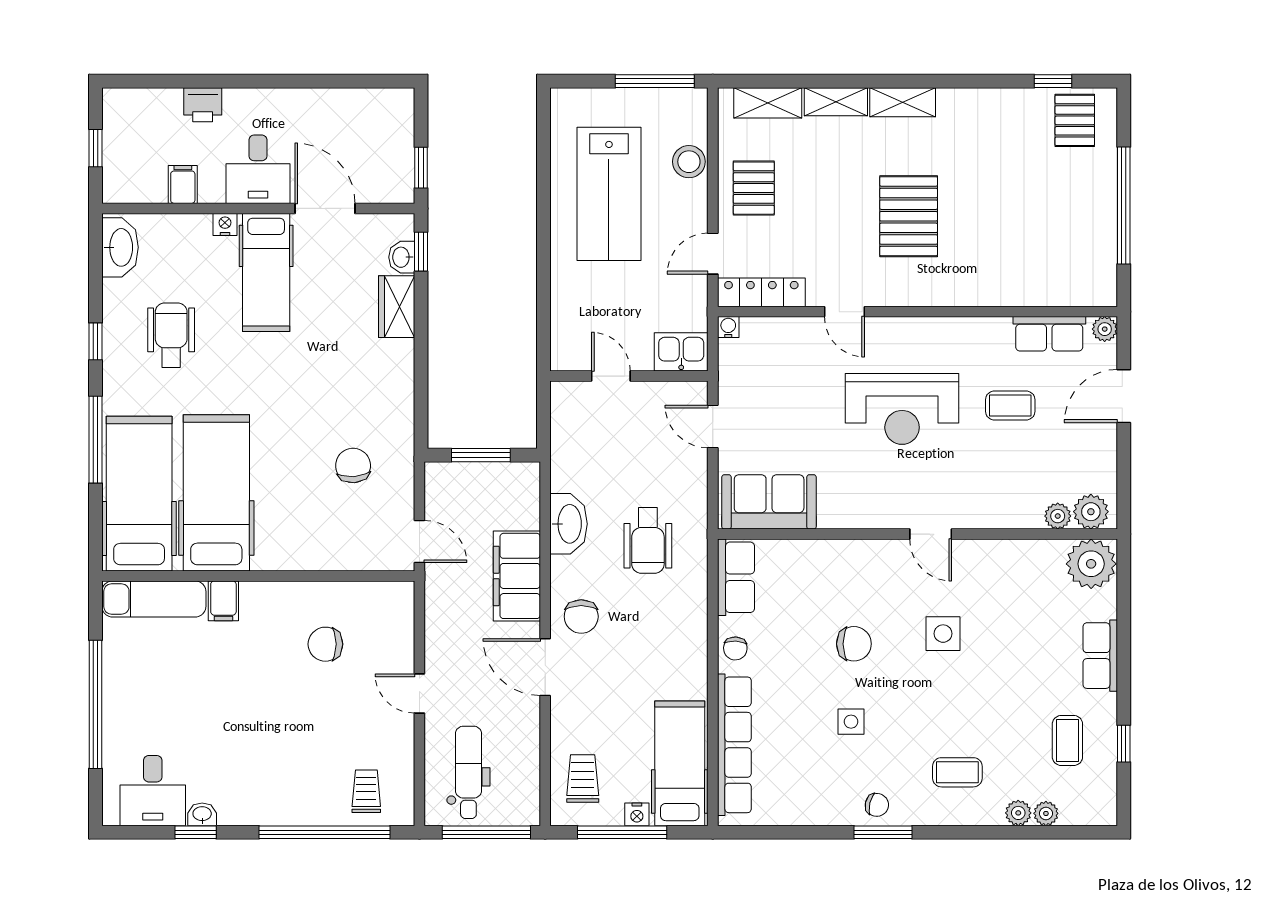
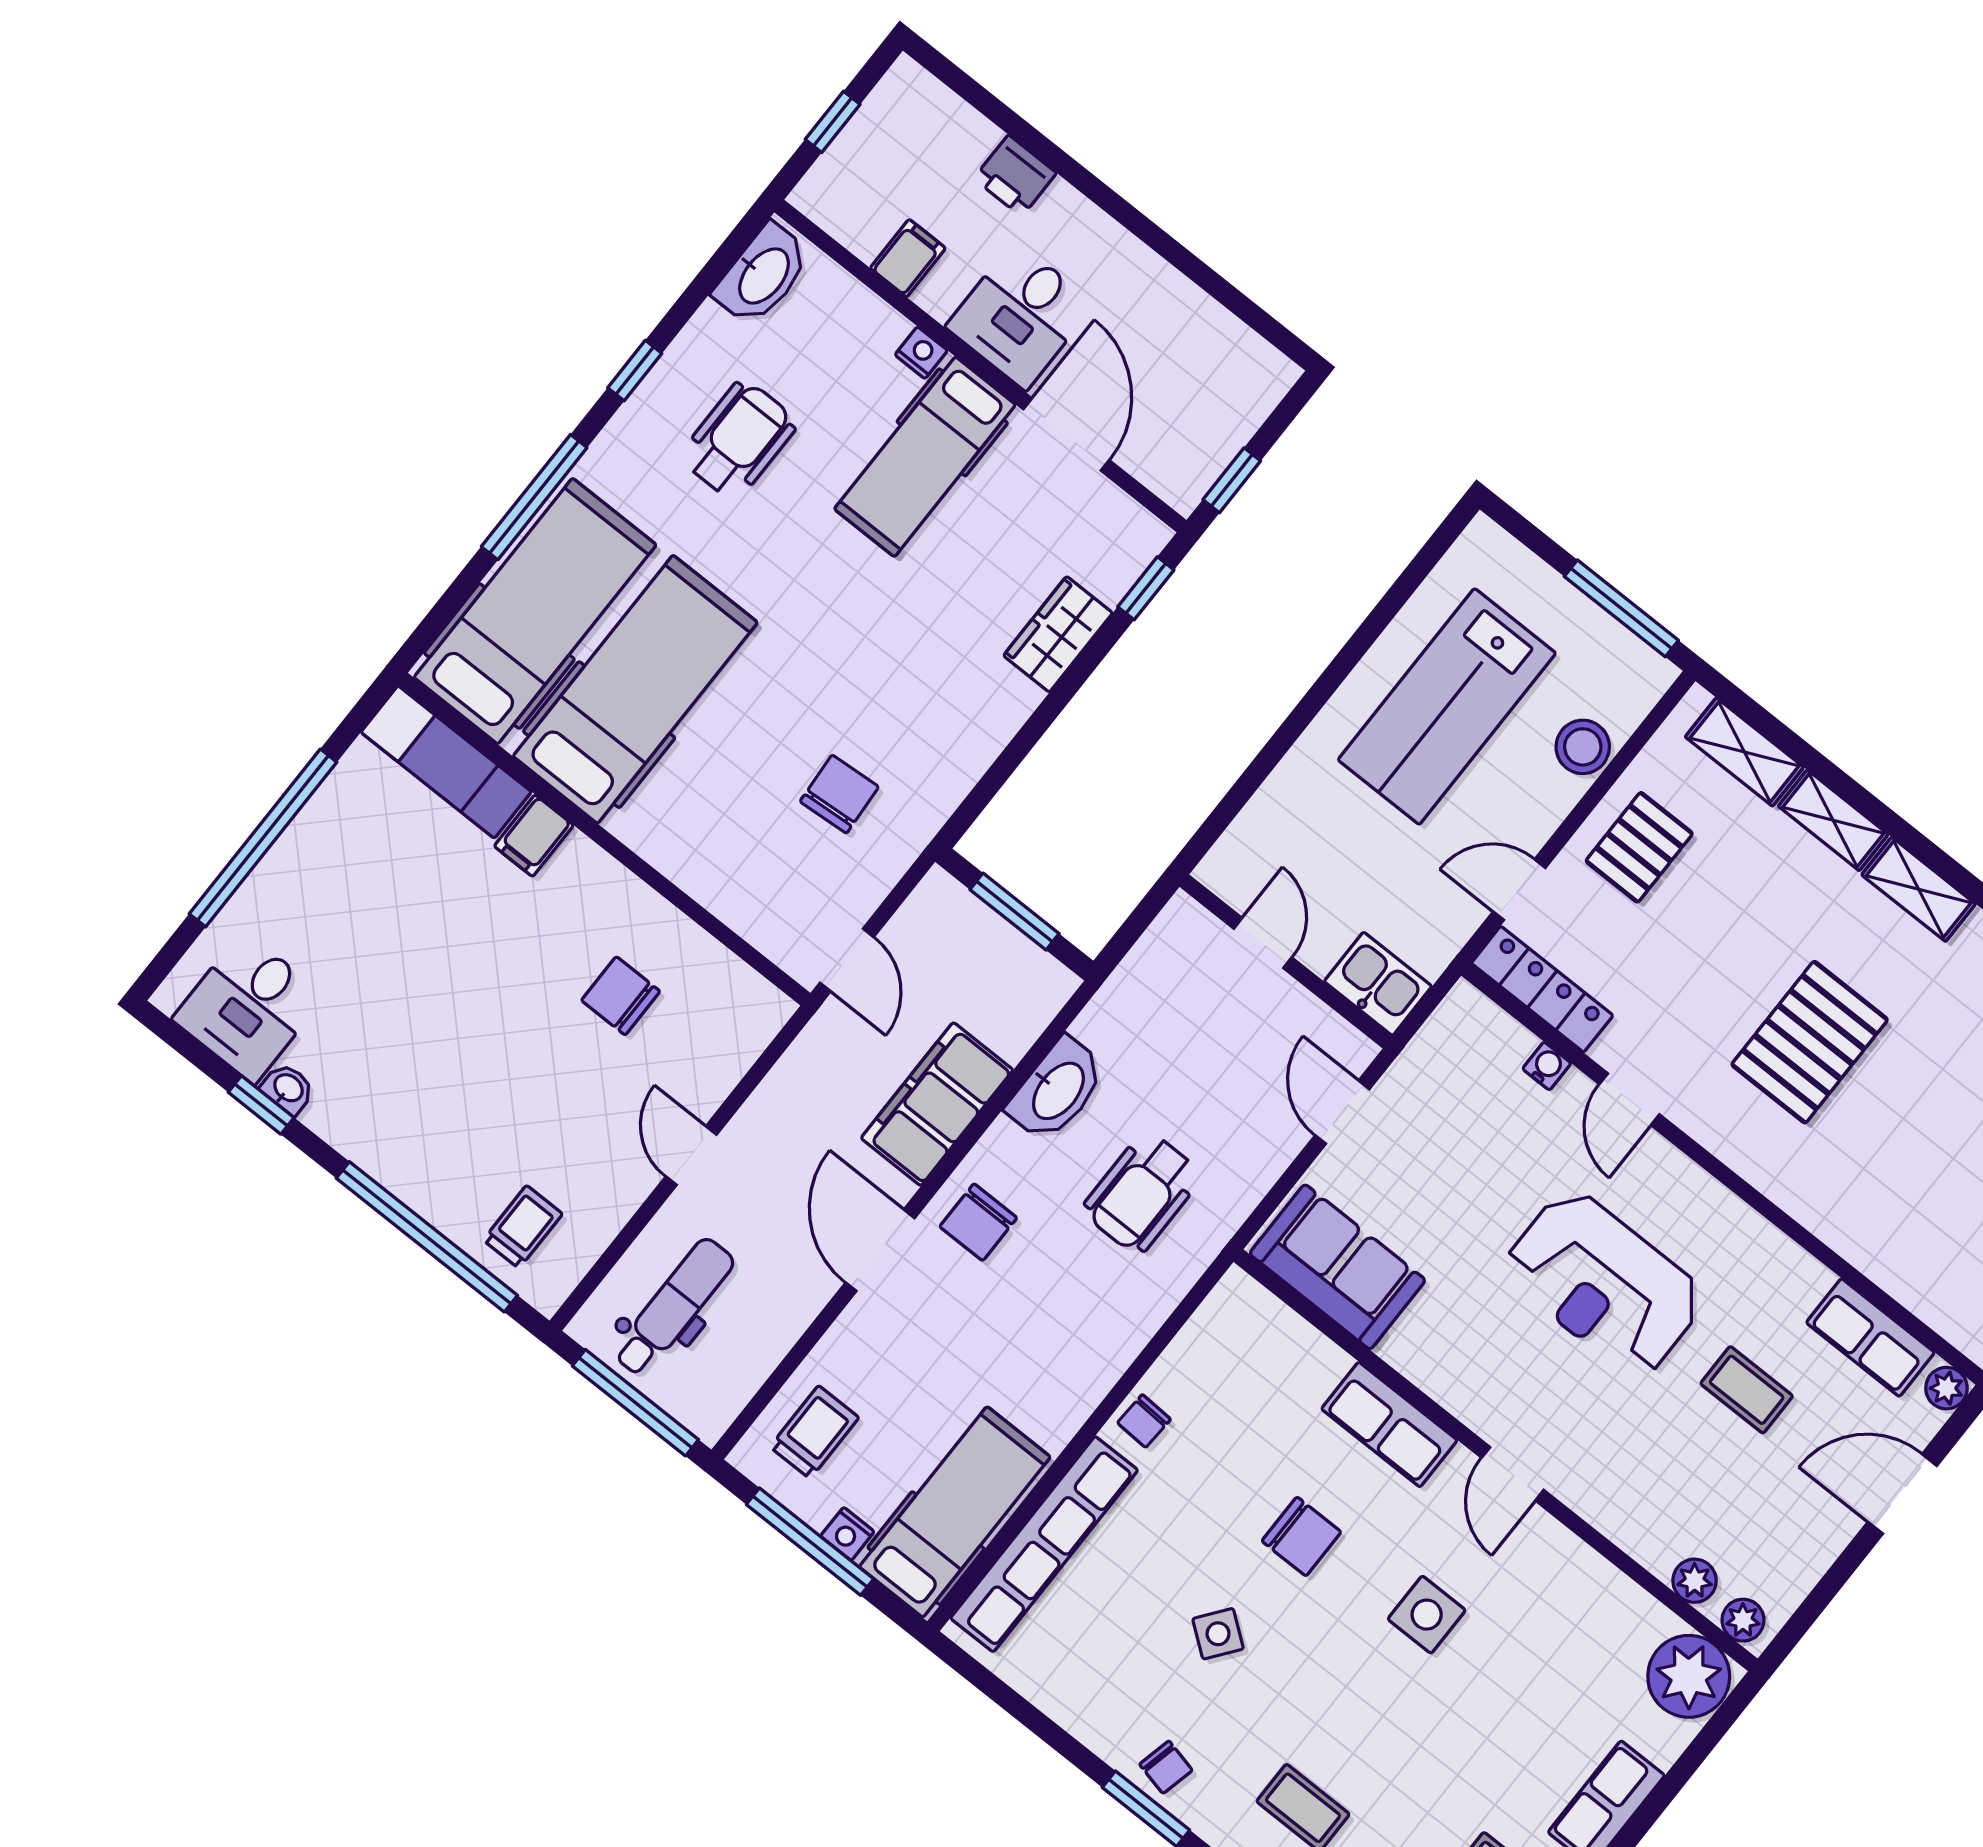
washbasin: (402, 257) -> (1115, 576), removed
water cooler: (728, 327) -> (1547, 1066), moved
plant: (1091, 512) -> (1743, 1620), width x0.73, depth x0.73
row of seats: (736, 577) -> (1389, 1424), moved, turned 90
side table: (851, 722) -> (1218, 1634), turned 37

